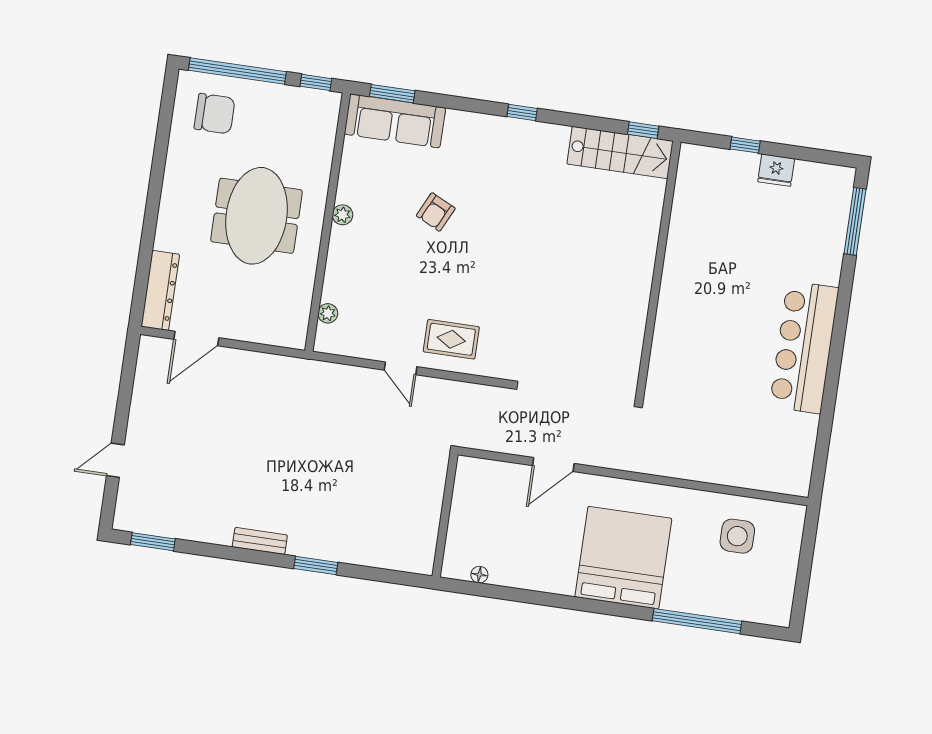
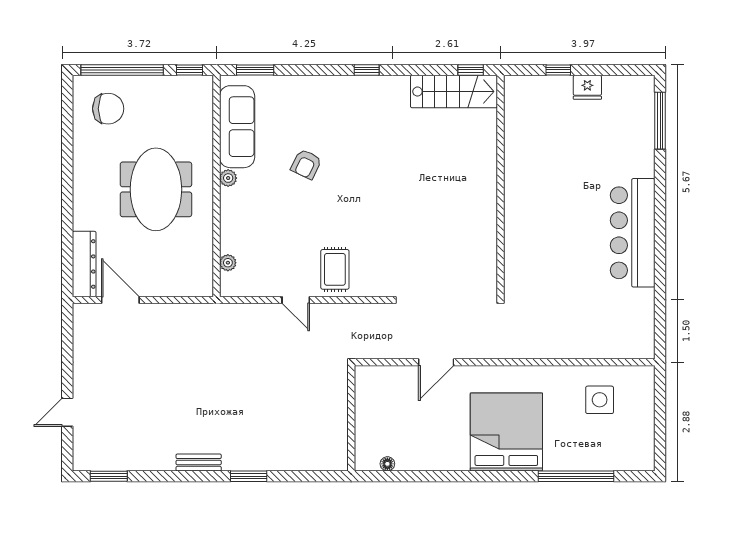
sofa: (395, 121) -> (237, 127), moved, turned -90
door: (196, 339) -> (120, 300), swing flipped
rug: (451, 339) -> (335, 269), turned 90

